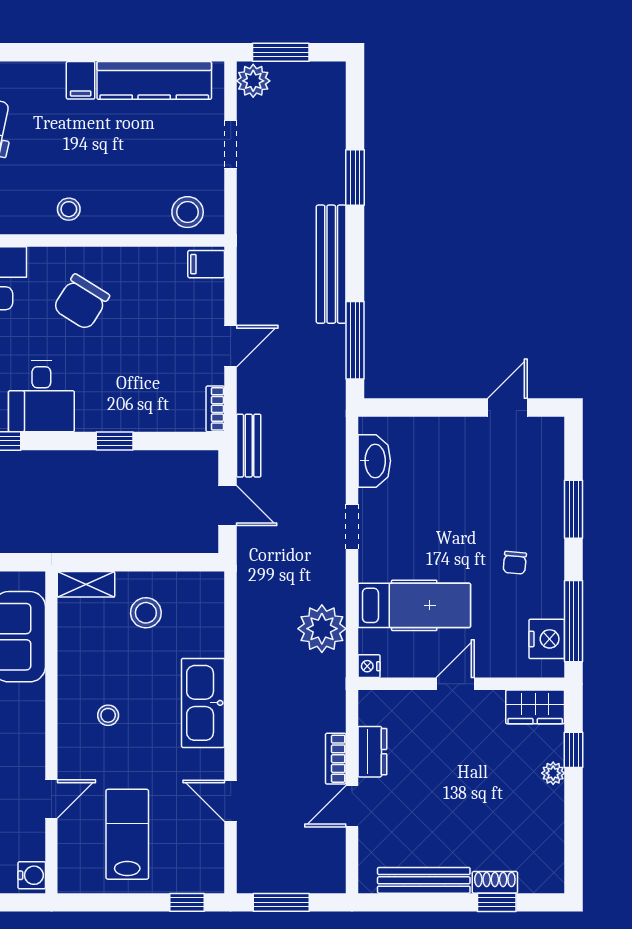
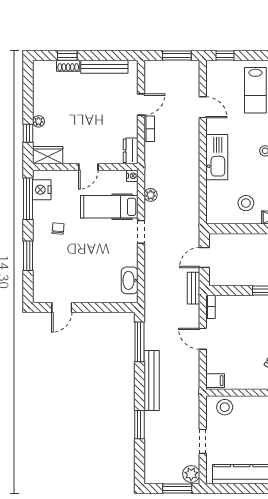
door: (231, 346) -> (203, 339), hinge flipped
door: (228, 506) -> (204, 258), hinge flipped
doorway: (352, 527) -> (141, 232), moved
plant: (322, 629) -> (151, 195), width x0.53, depth x0.53
dresser: (372, 752) -> (131, 151), moved

